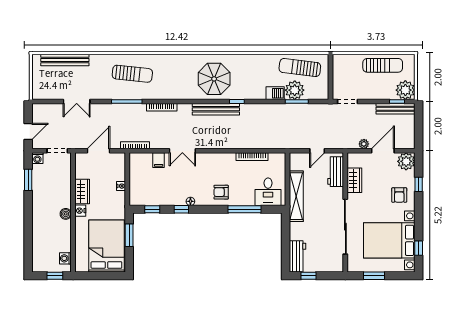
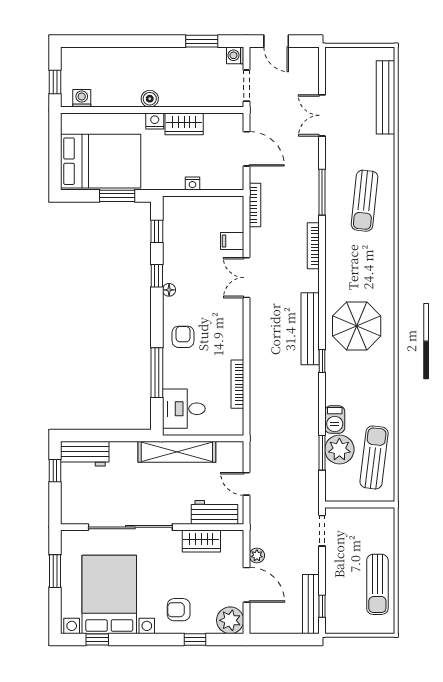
plant: (405, 90) -> (340, 619), removed

